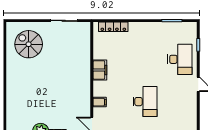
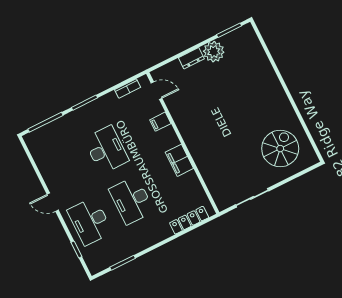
spiral stairs: (29, 44) -> (280, 149), turned -90
desk: (145, 59) -> (132, 200), added
desk: (145, 102) -> (106, 150), turned 180

